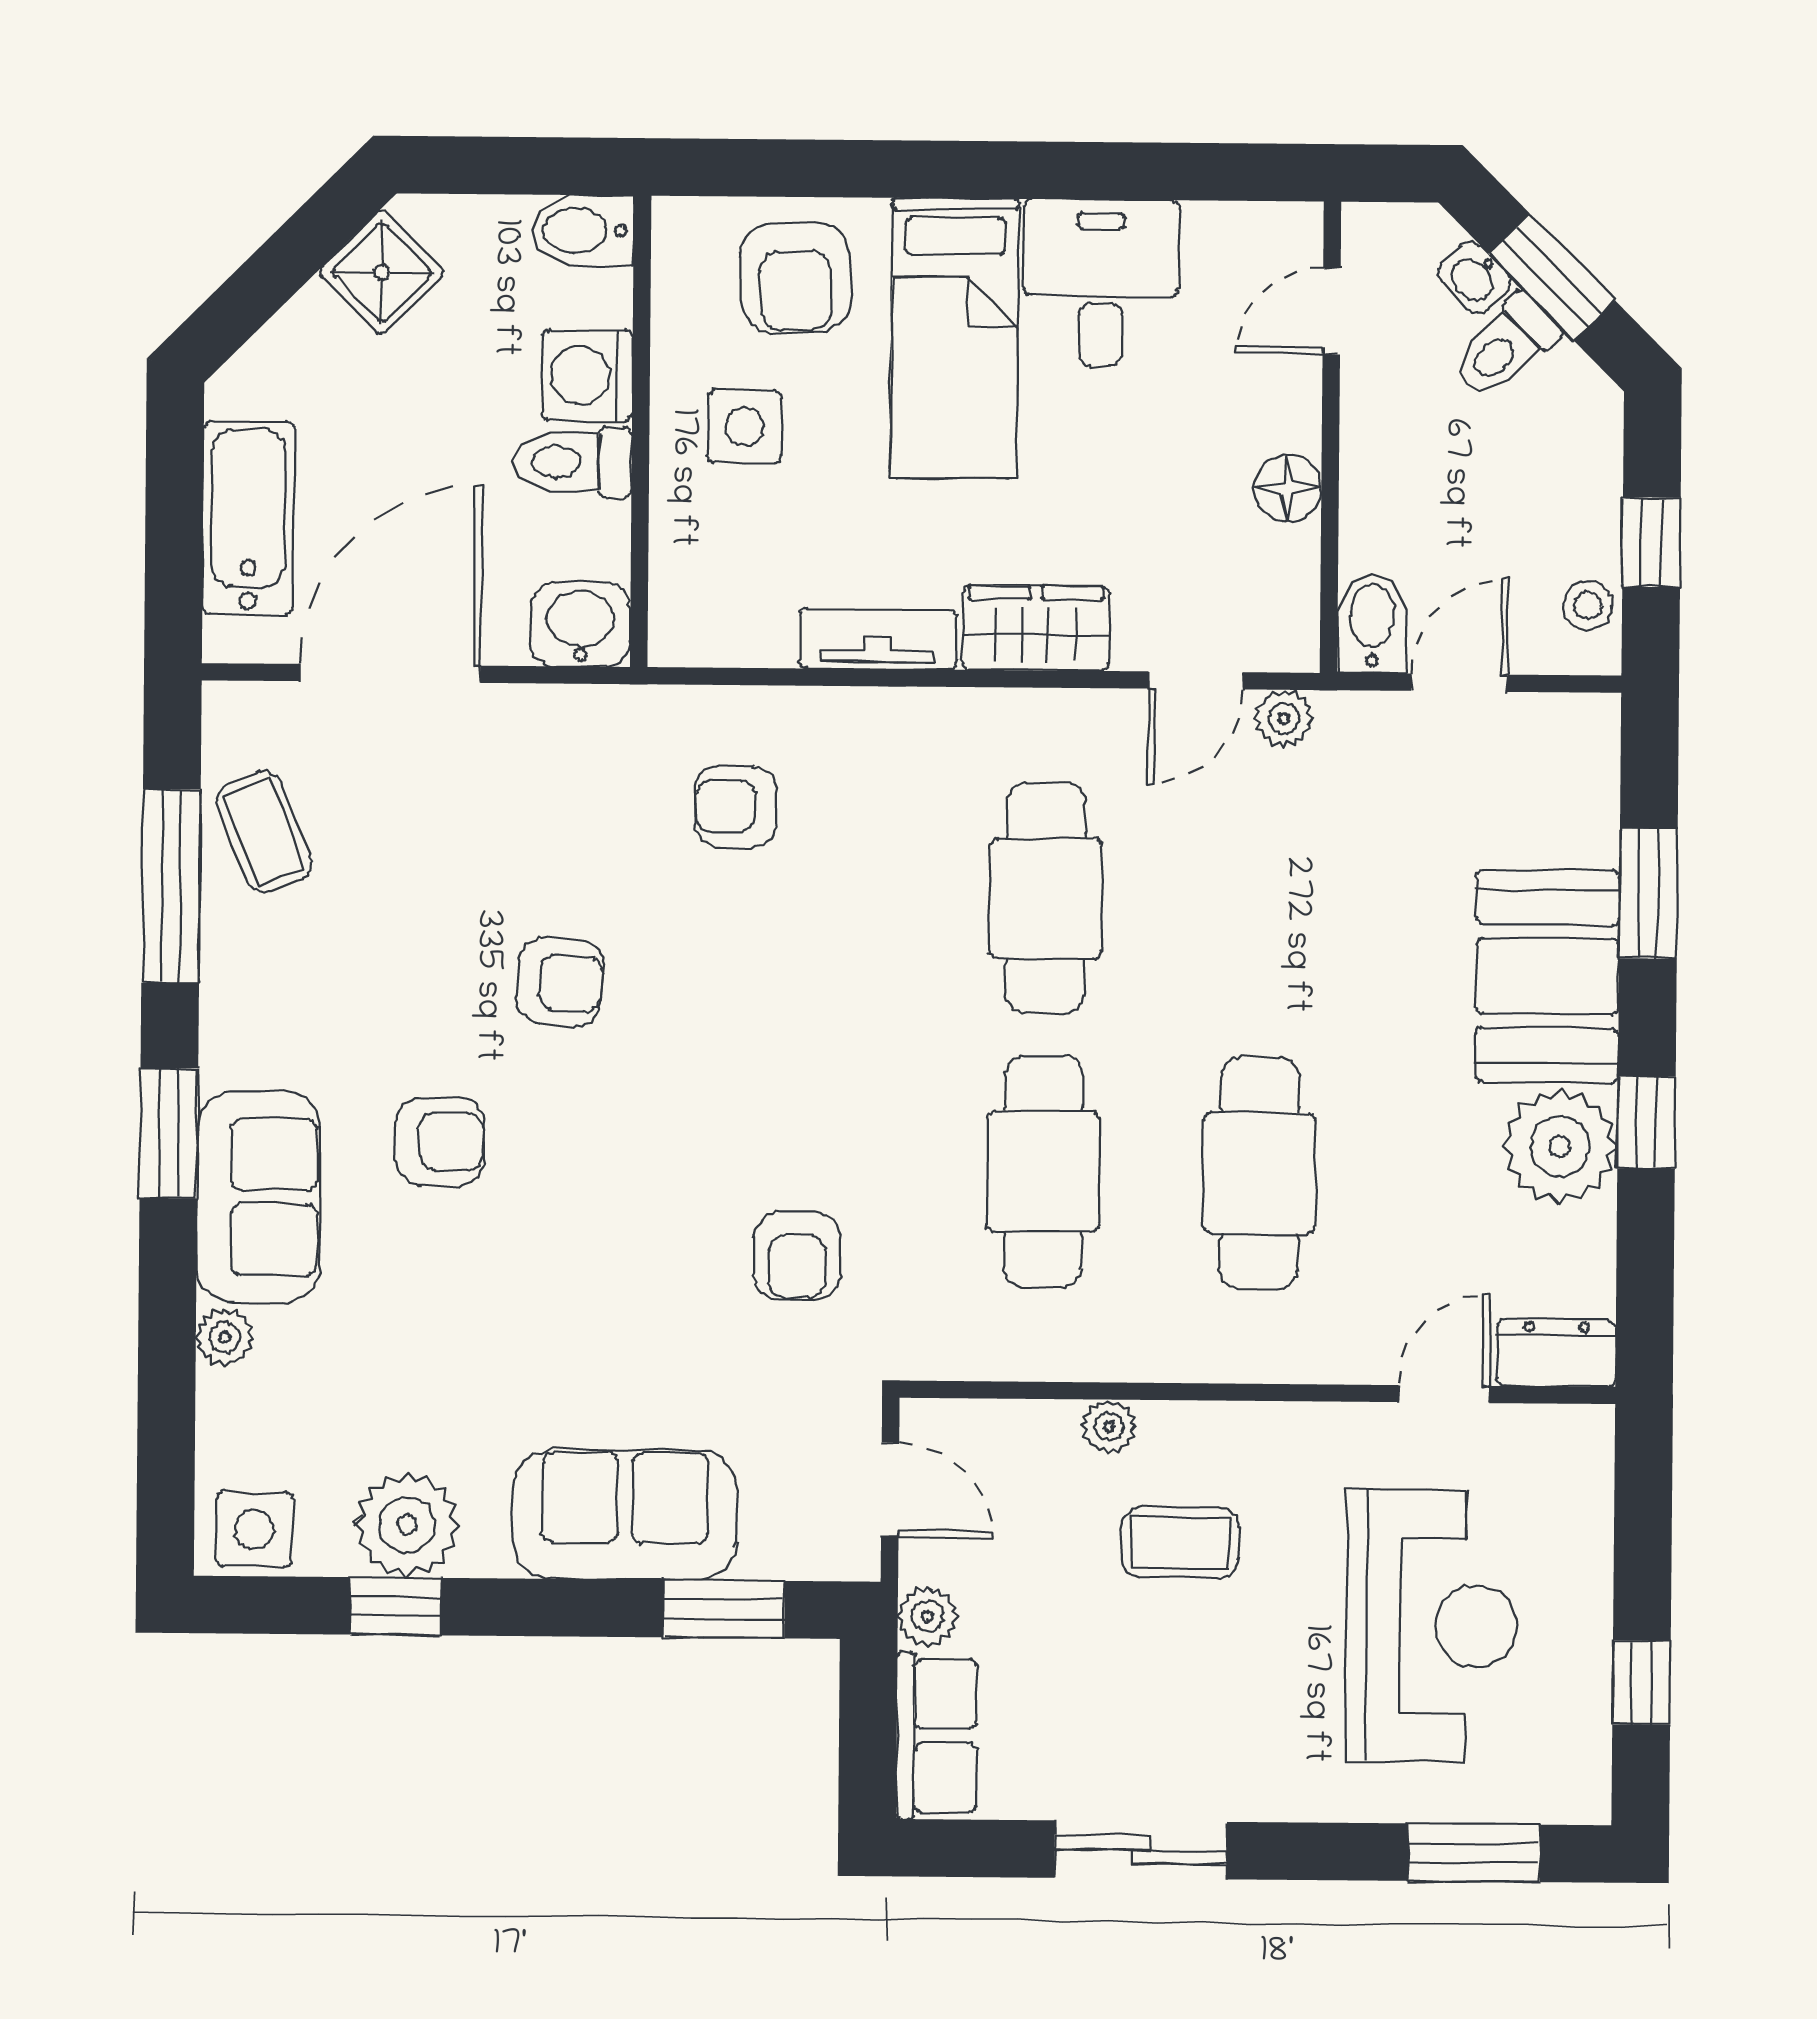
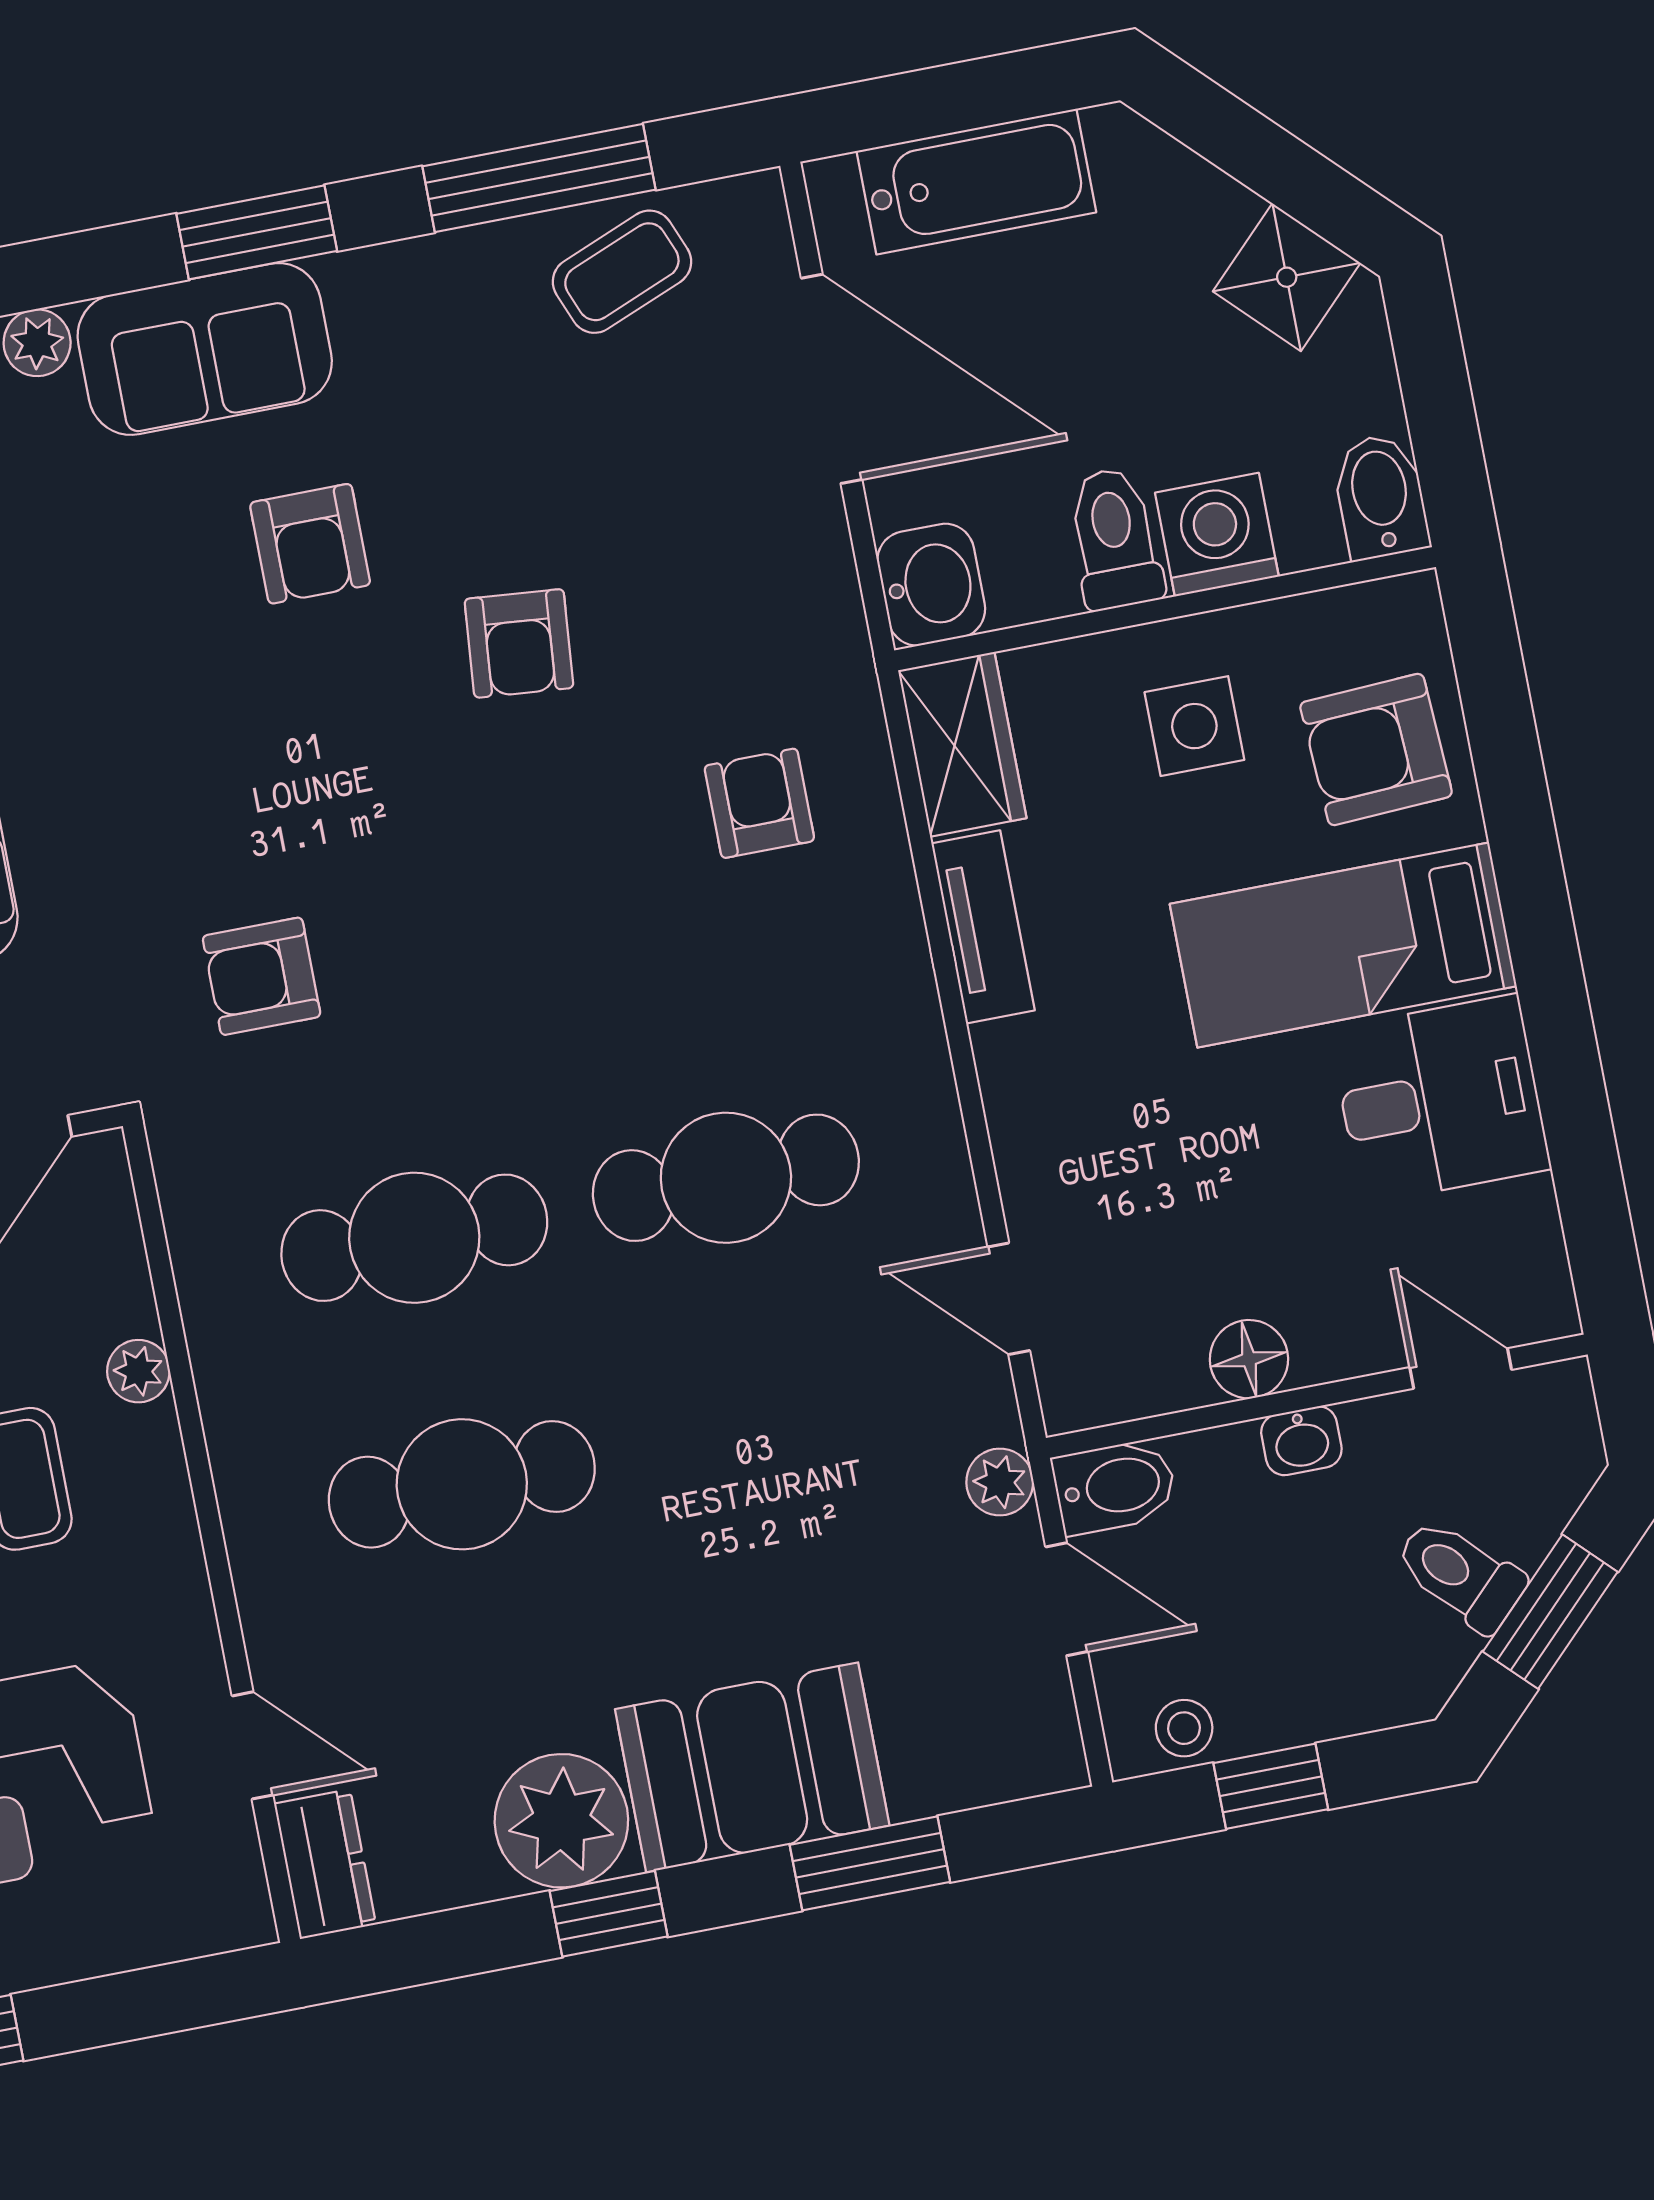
washbasin: (1474, 277) -> (1301, 1441), moved, turned -135
wardrobe: (1036, 628) -> (962, 744), moved
plant: (1284, 719) -> (1000, 1482), moved

